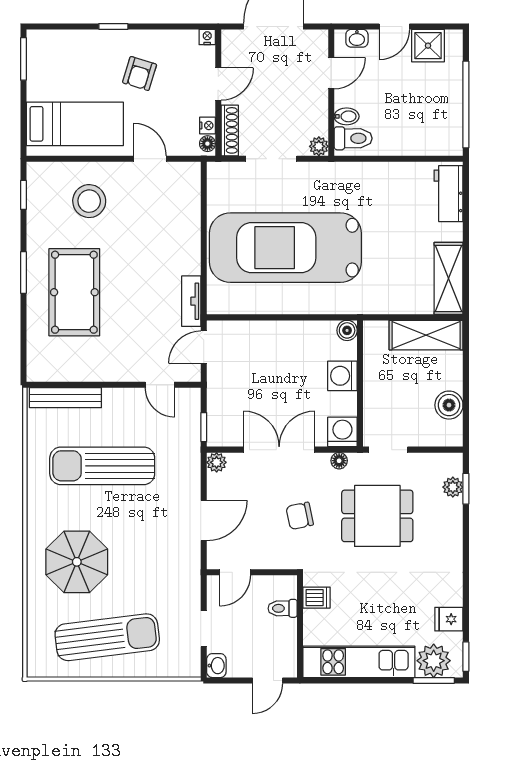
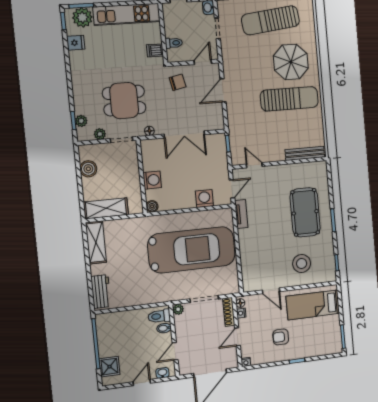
shower: (428, 46) -> (110, 367), moved
armchair: (140, 74) -> (281, 337), turned -107
washing machine: (342, 432) -> (204, 198), moved, turned 180
plant: (217, 462) -> (100, 134), moved
sun lounger: (102, 466) -> (289, 99), moved
chair: (300, 516) -> (178, 82), moved

